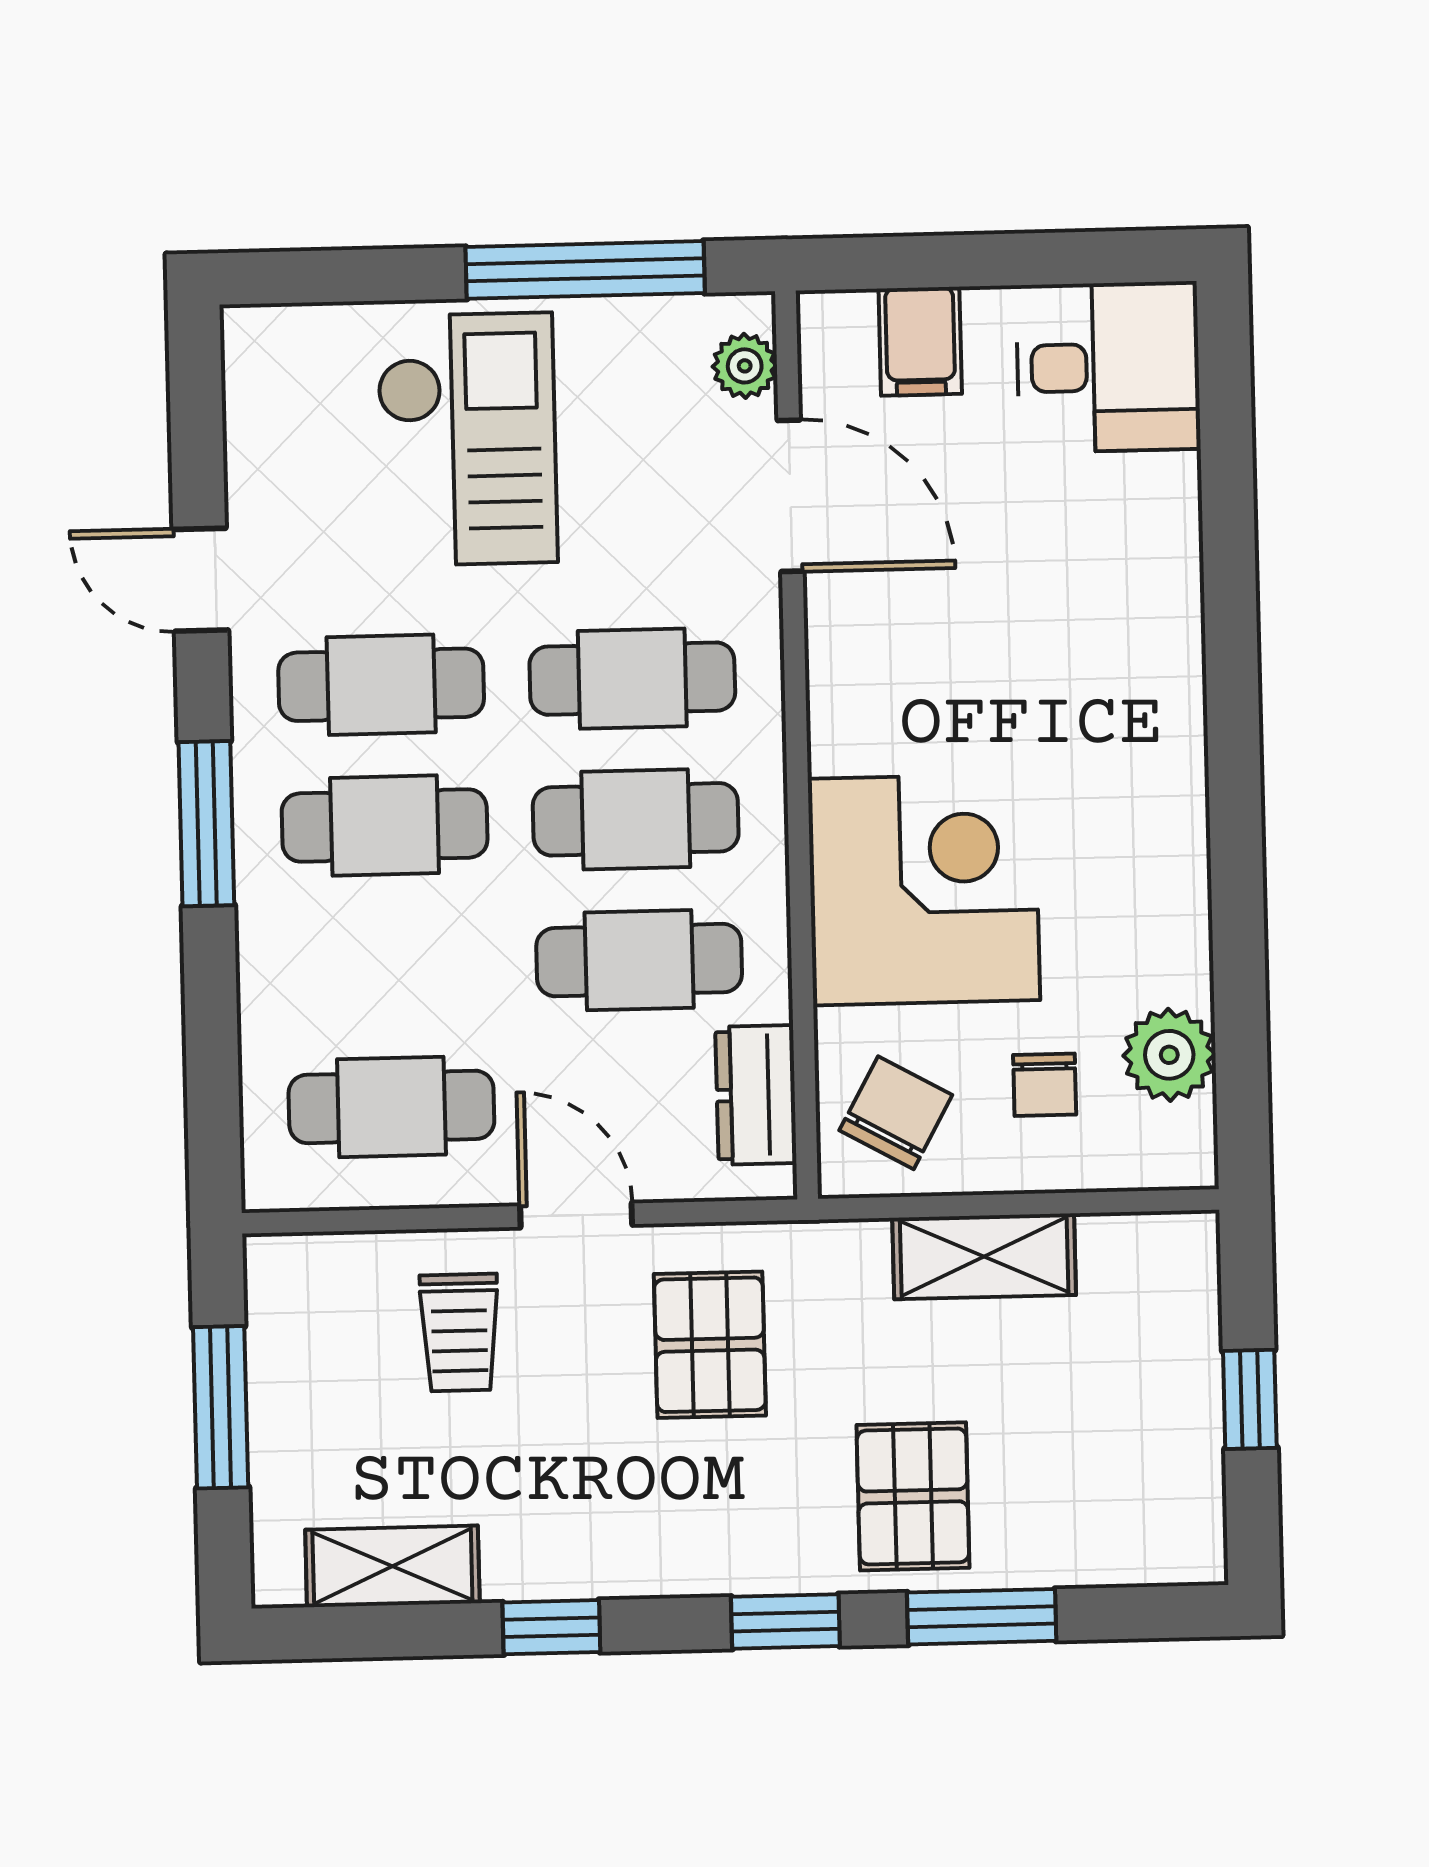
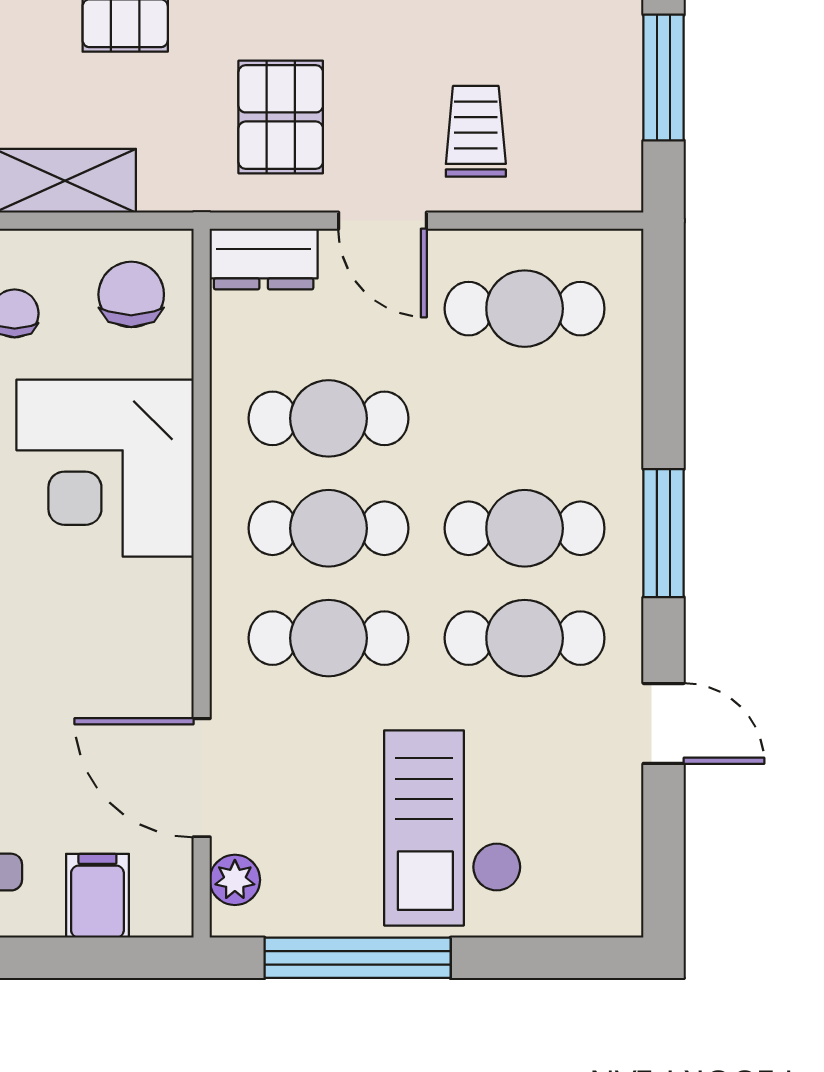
dresser: (756, 1095) -> (264, 259), moved, turned 90
chair: (896, 1113) -> (131, 294), turned 151

